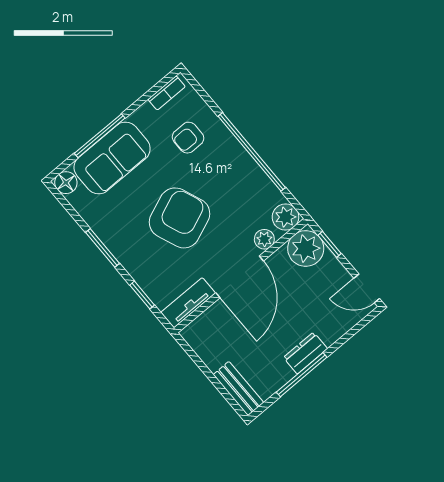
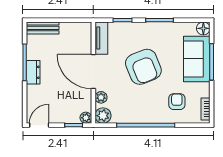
plant: (306, 248) -> (86, 118), width x0.53, depth x0.53

